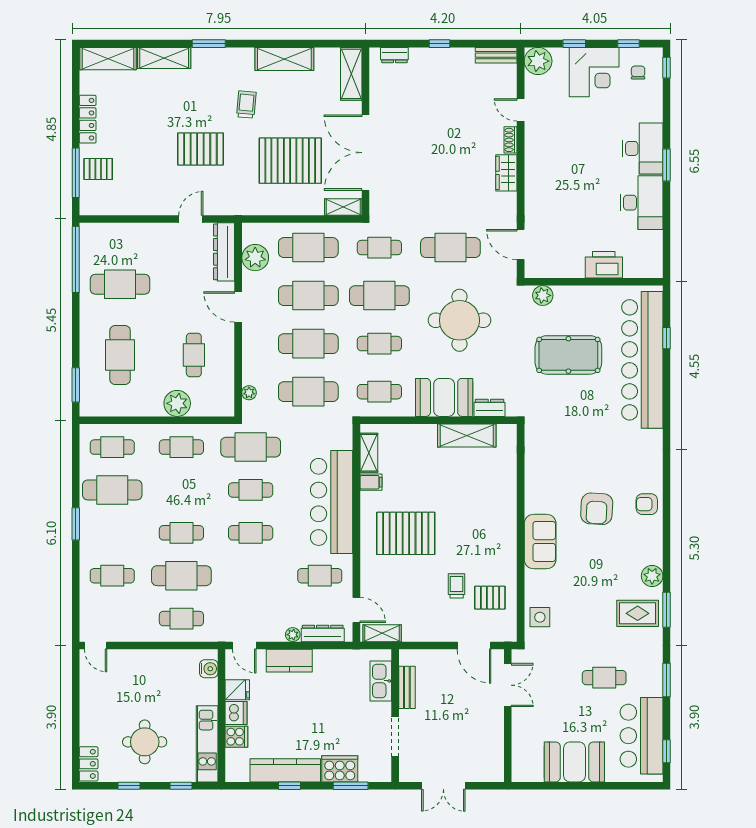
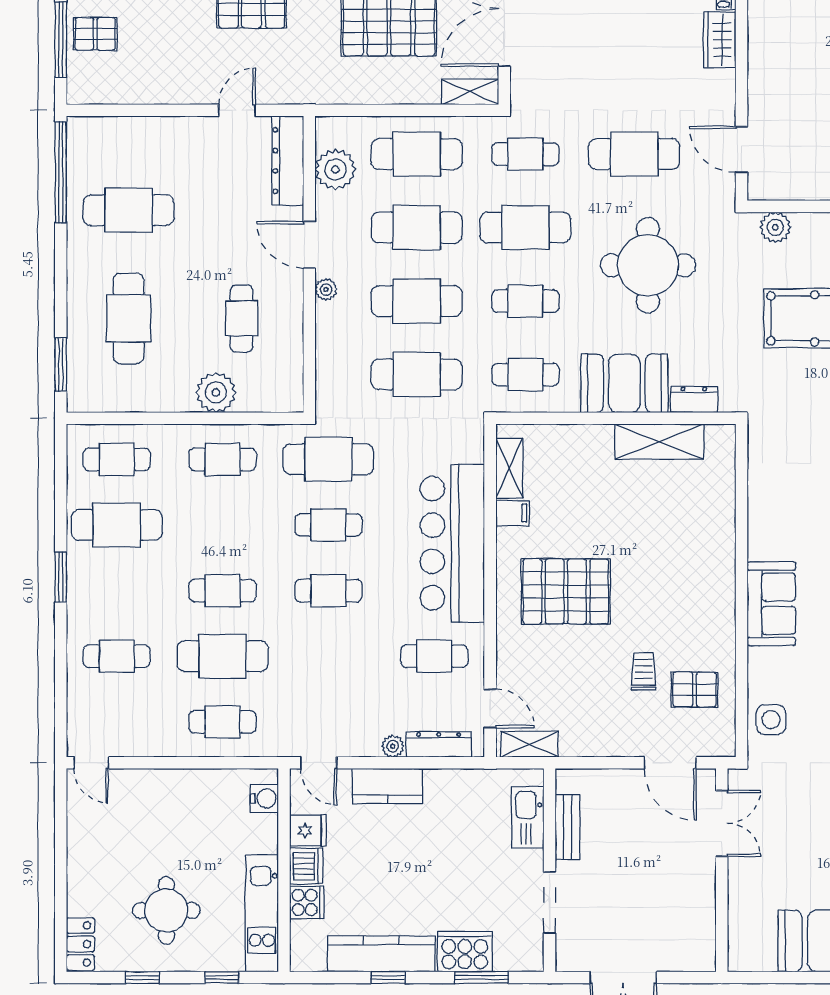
plant: (249, 393) -> (326, 290), moved

